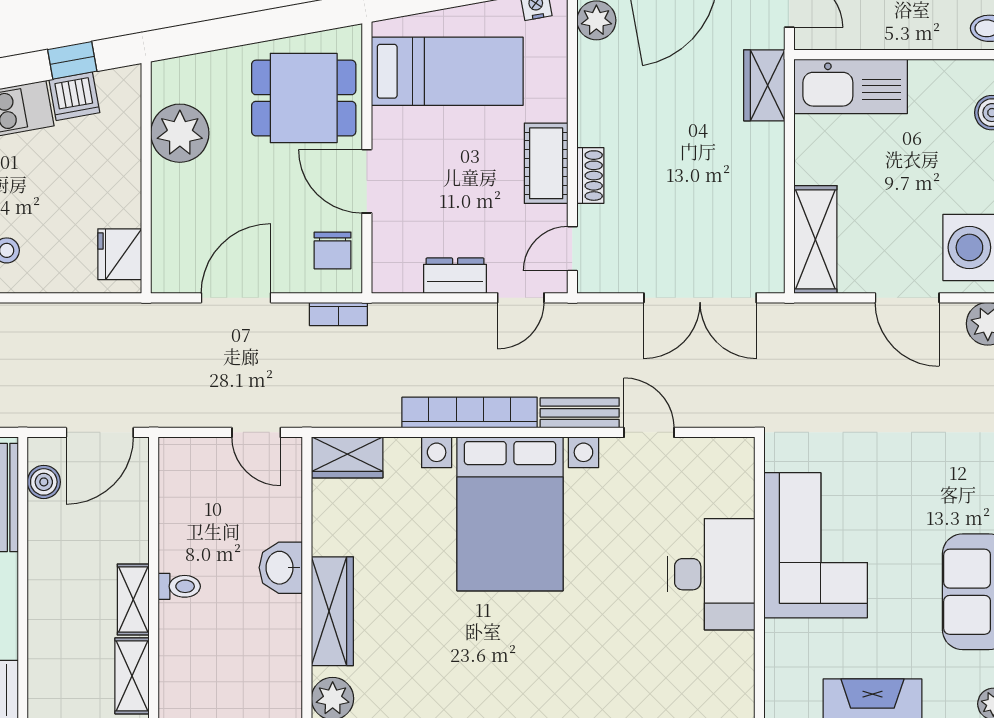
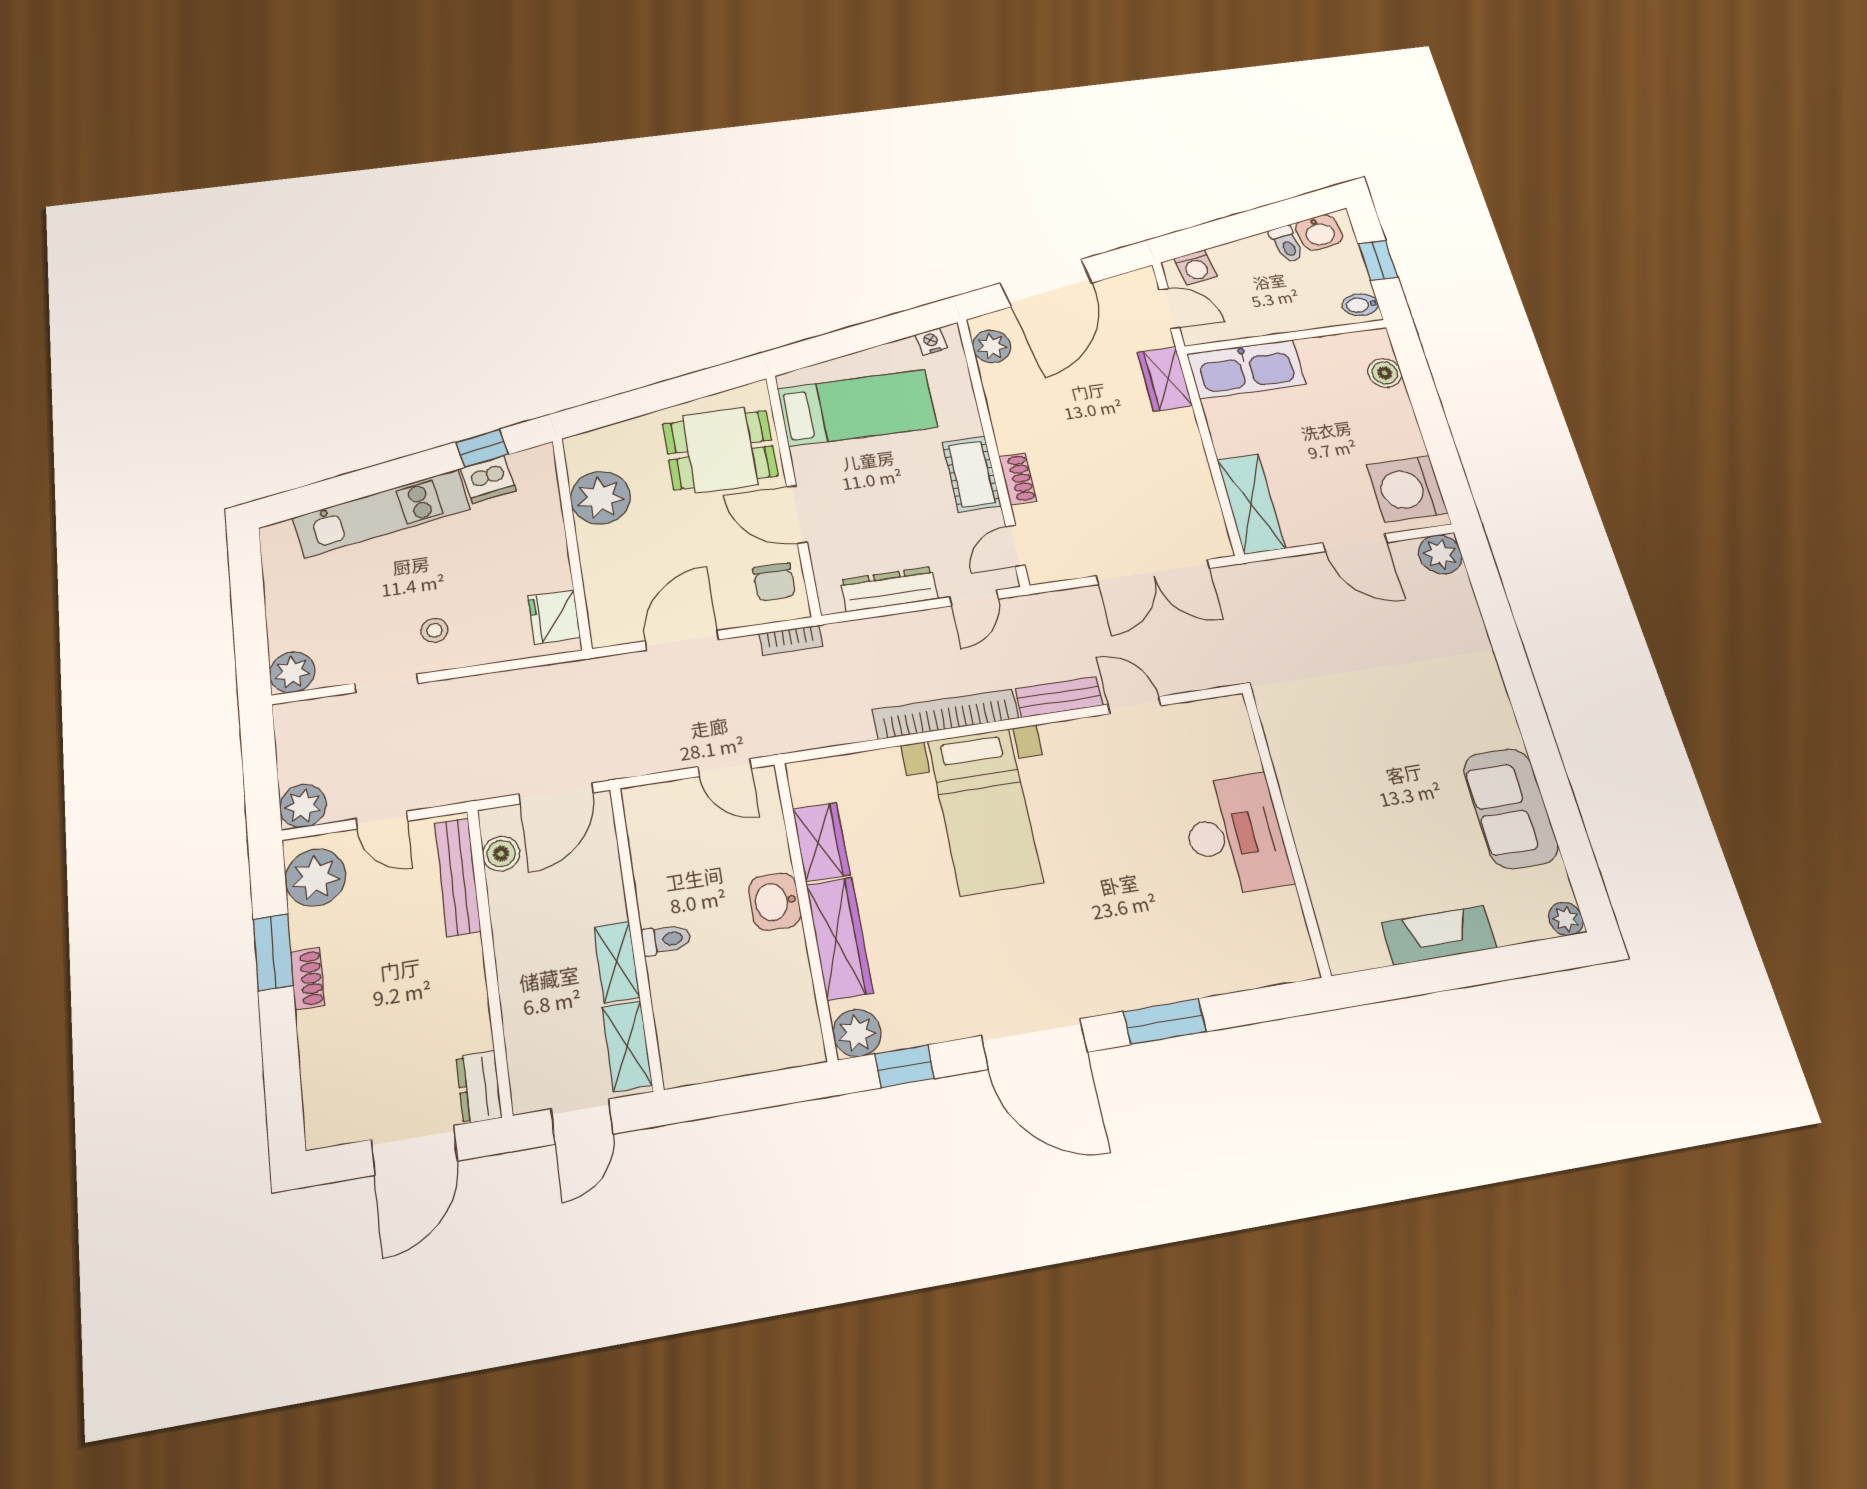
dresser: (455, 276) -> (889, 589), width x1.44
wardrobe: (347, 457) -> (821, 842), moved, turned -90
bed with nightstands: (510, 514) -> (985, 811), width x0.73
corner sofa: (816, 545) -> (1334, 788), removed

